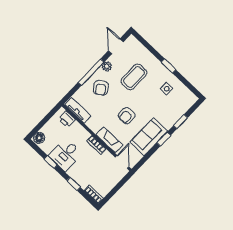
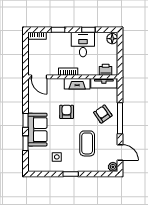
plant: (107, 66) -> (113, 167), moved
sofa: (149, 137) -> (37, 130), moved
fireplace: (109, 140) -> (77, 84), moved

